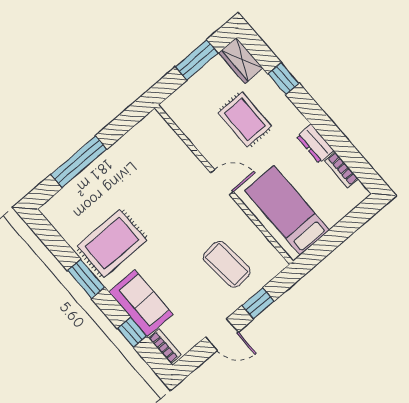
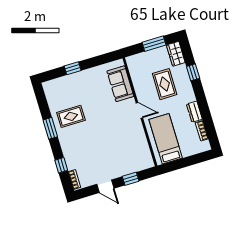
window: (79, 162) -> (73, 68), width x0.46
rug: (112, 243) -> (71, 116), width x0.73, depth x0.70
coffee table: (227, 264) -> (124, 152), removed
sofa: (141, 303) -> (120, 84), moved, turned 180

